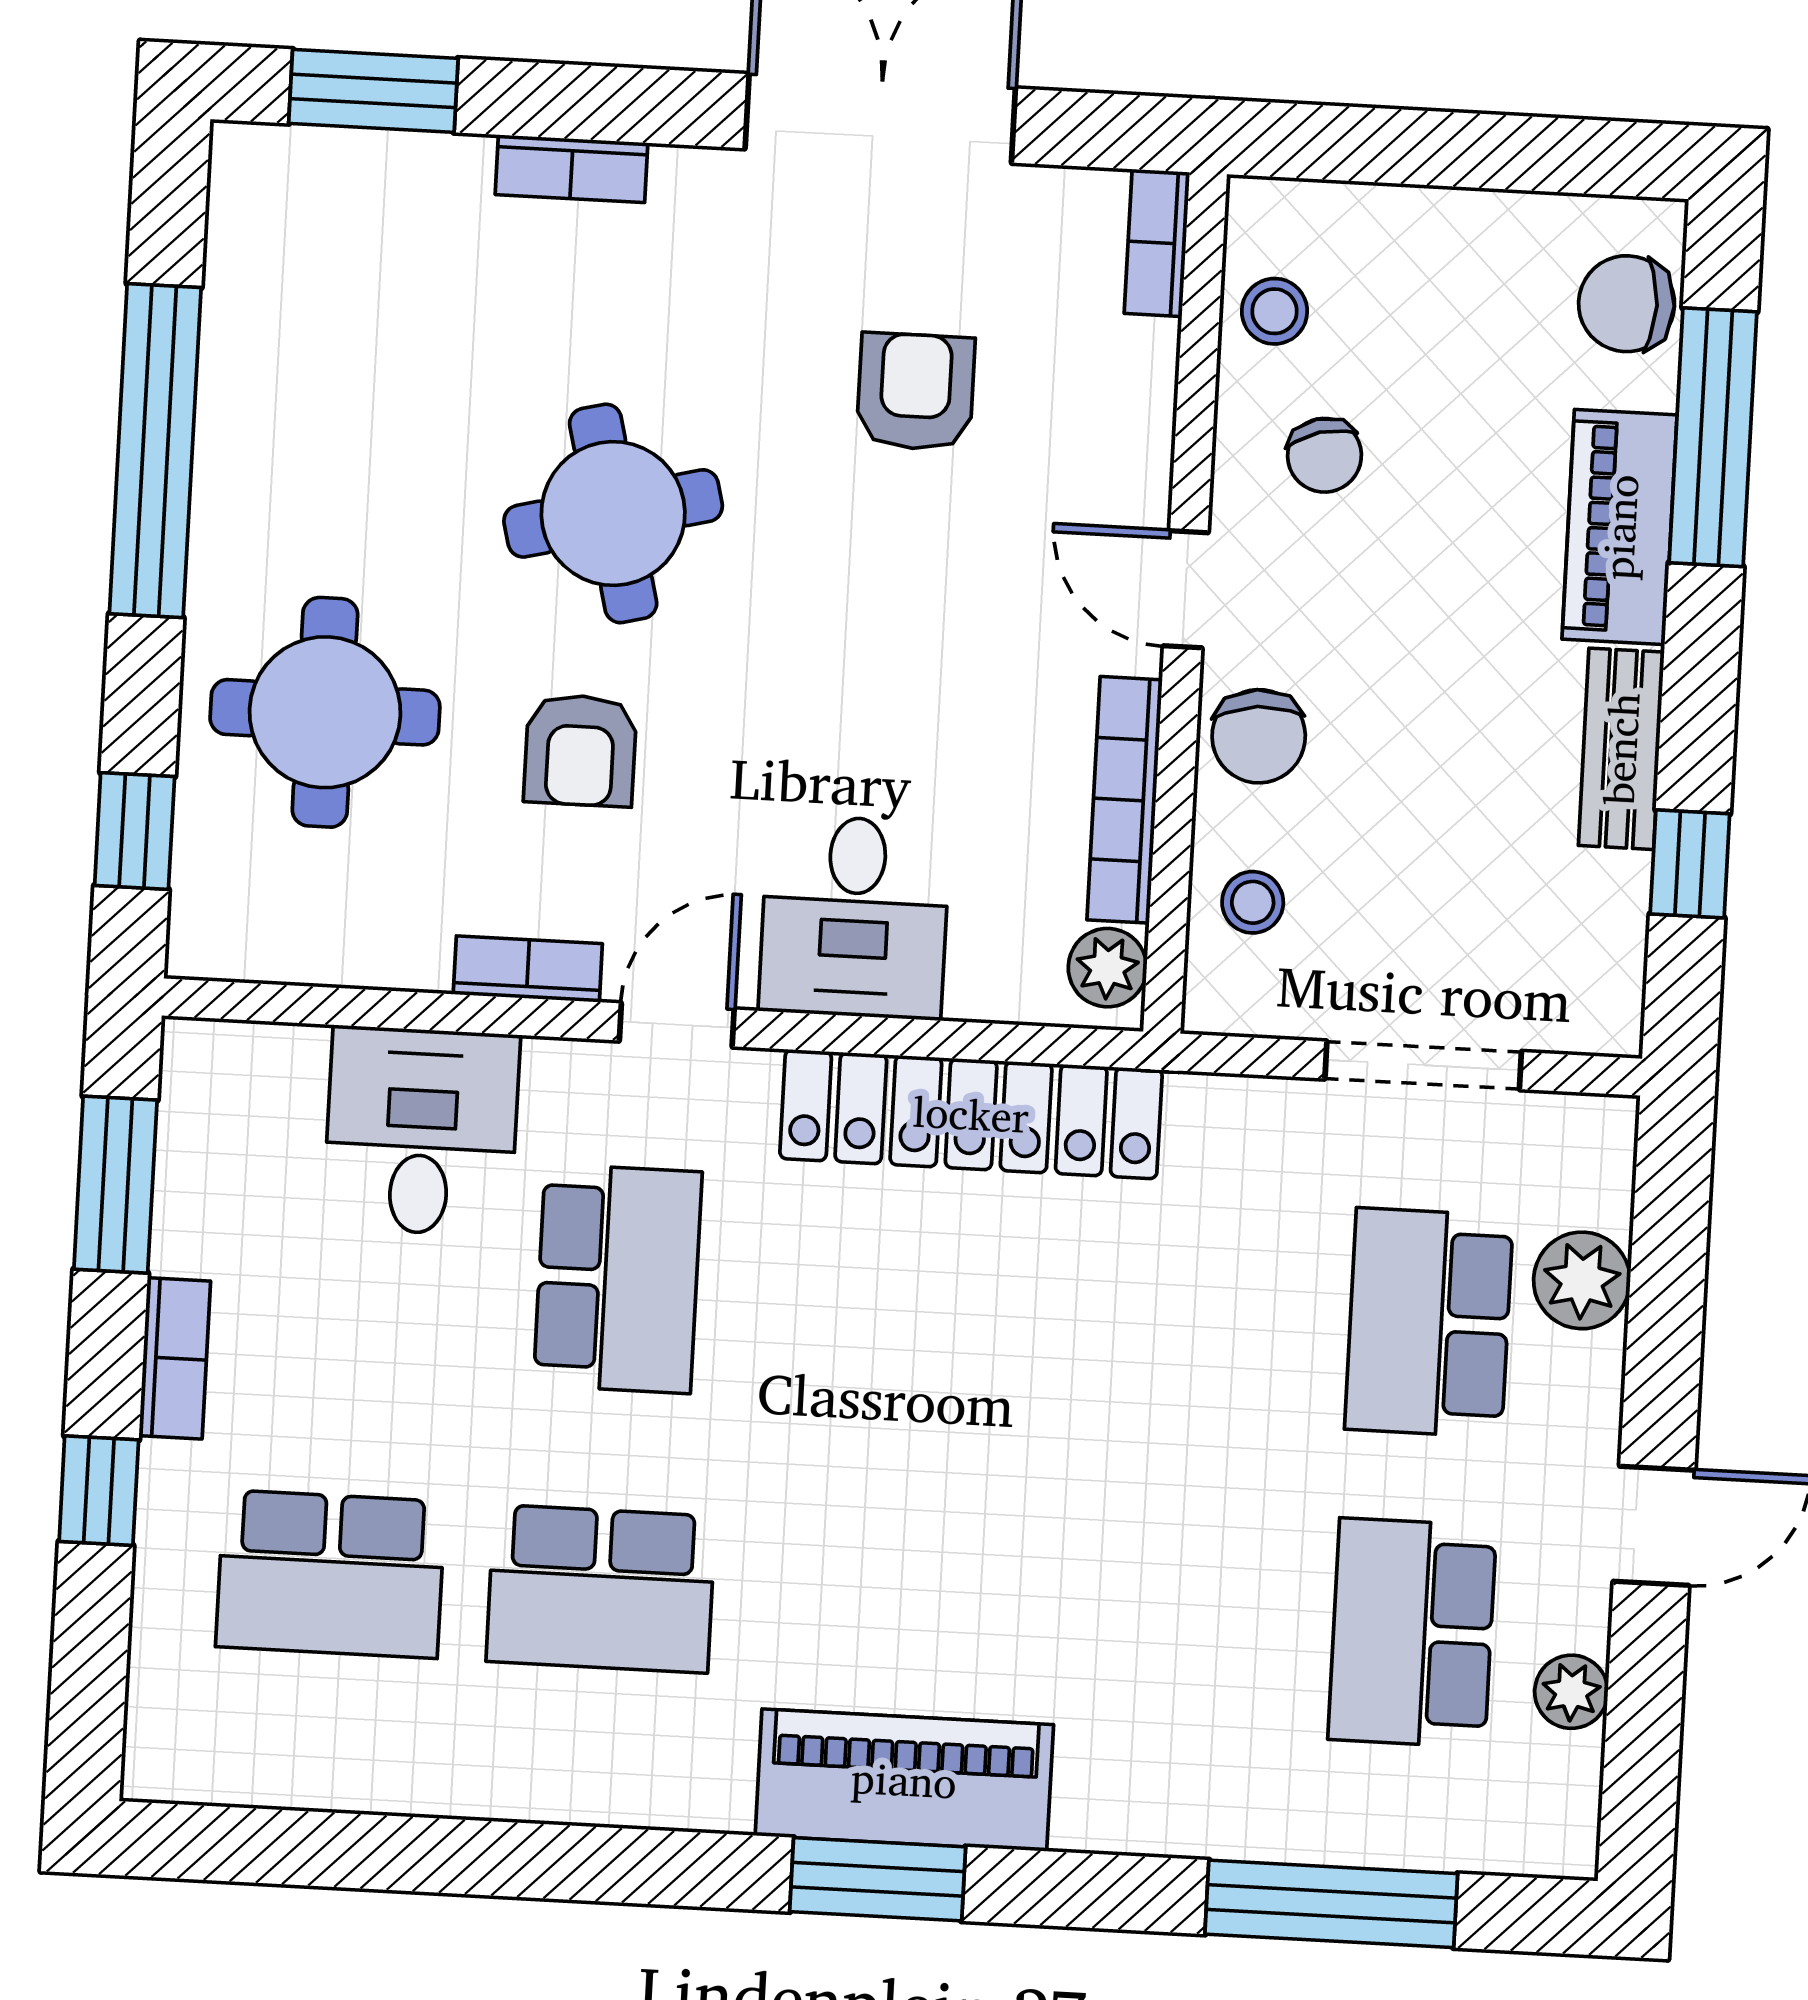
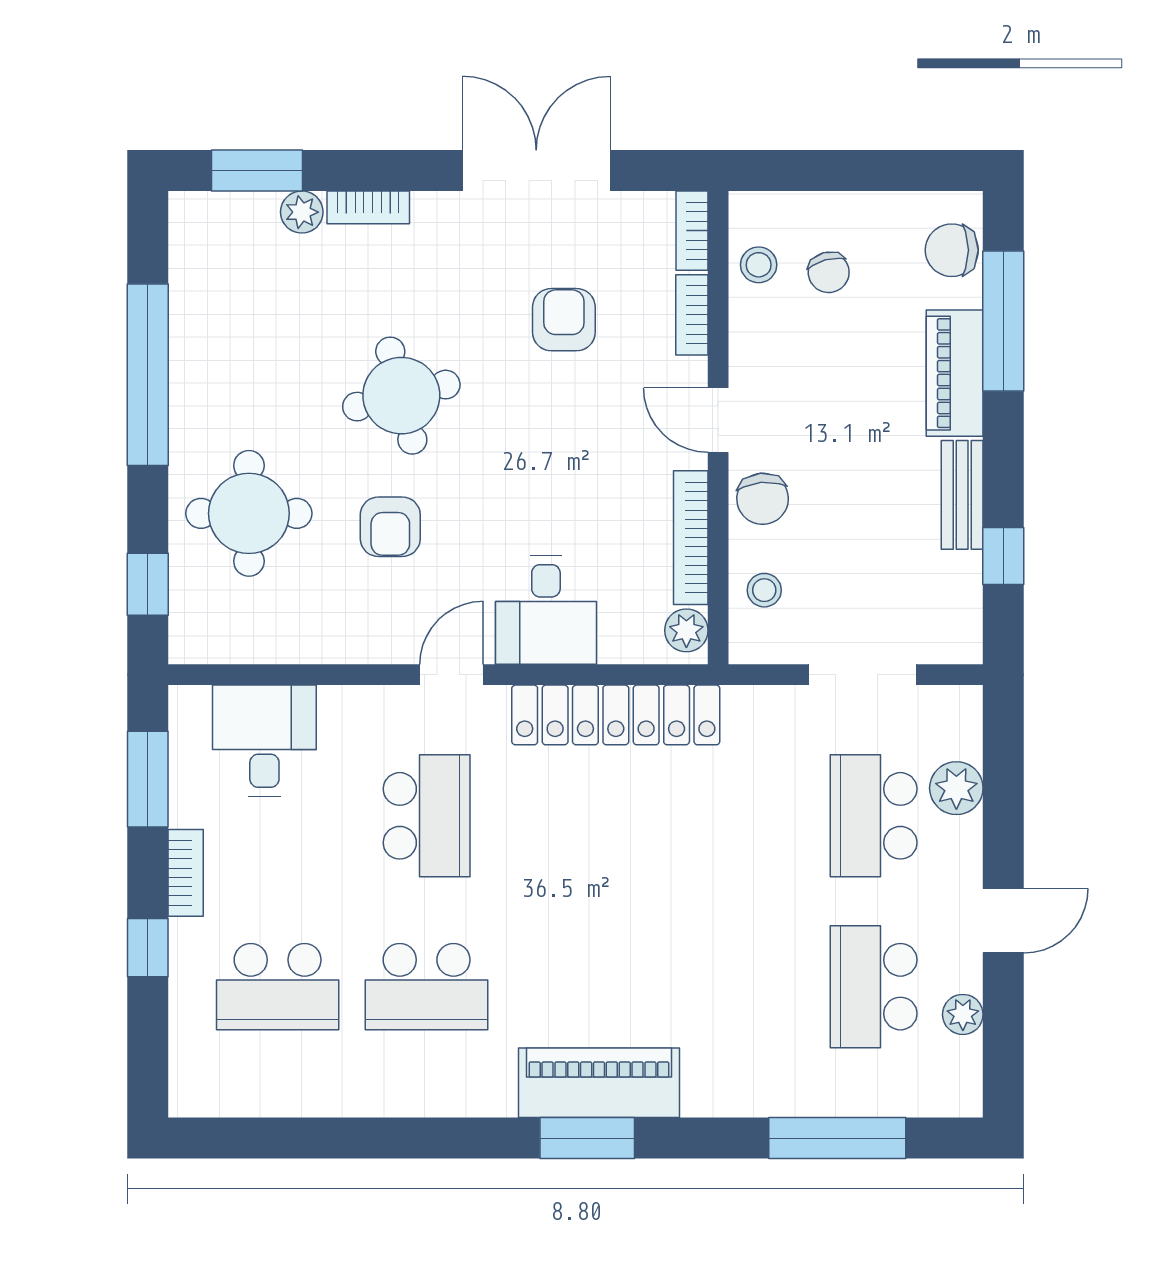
plant: (451, 171) -> (302, 212), added
chair: (1324, 455) -> (829, 272), moved
bookcase: (528, 969) -> (692, 315), moved, turned -90
desk: (421, 1131) -> (264, 741), moved

